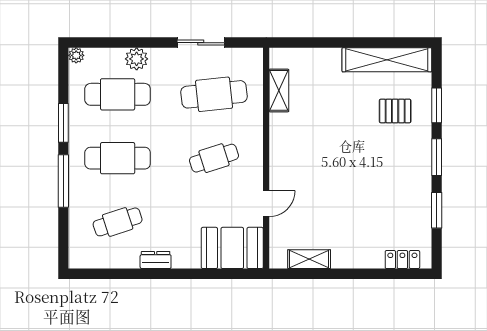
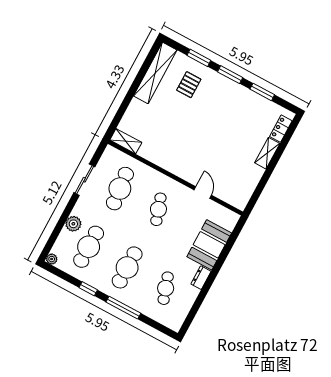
shelving: (279, 90) -> (126, 141), moved
window: (63, 123) -> (88, 289), width x0.67
booth: (232, 248) -> (209, 245), moved
shelving: (309, 259) -> (267, 153), moved

